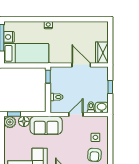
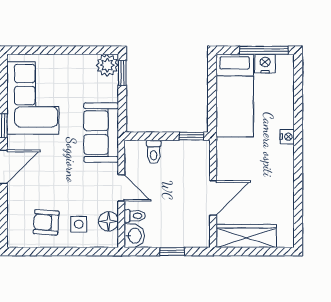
wardrobe: (102, 53) -> (246, 236), width x1.50
floor lamp: (24, 121) -> (108, 221), moved

